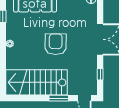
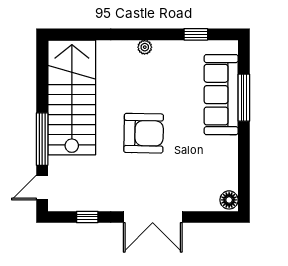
window: (59, 98) -> (42, 139), width x1.44

